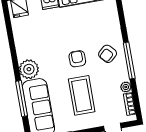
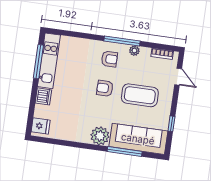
armchair: (108, 54) -> (109, 59), turned -48
plant: (126, 87) -> (134, 51), moved

